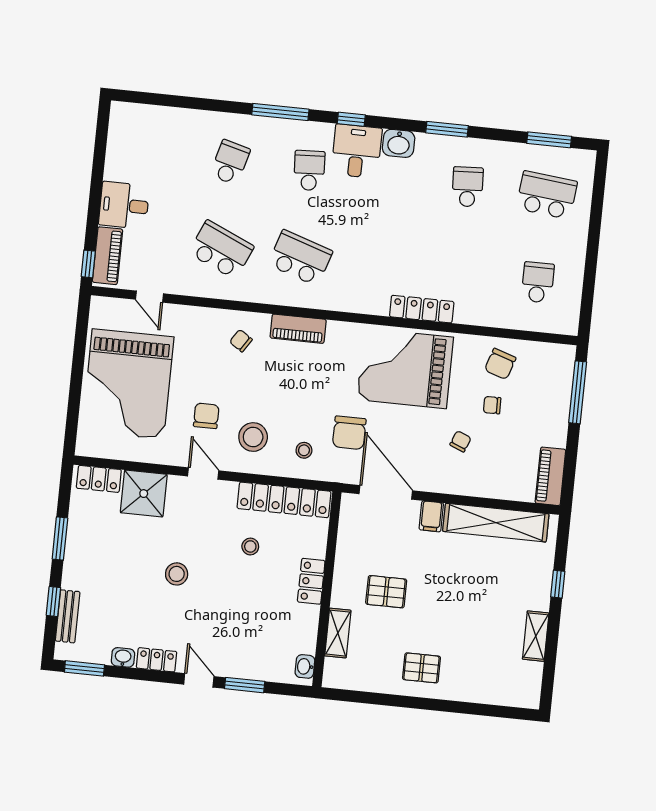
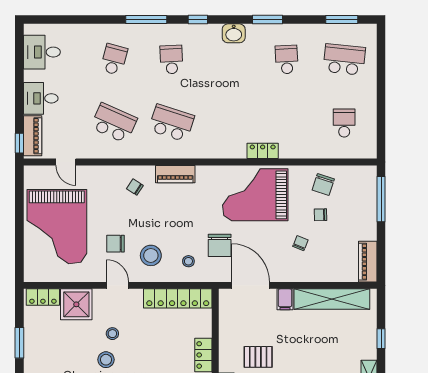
desk: (357, 151) -> (42, 52), moved, turned -90
locker: (422, 309) -> (263, 151), width x0.66
chair: (206, 416) -> (116, 244), turned -90
stool: (250, 546) -> (112, 334), moved

